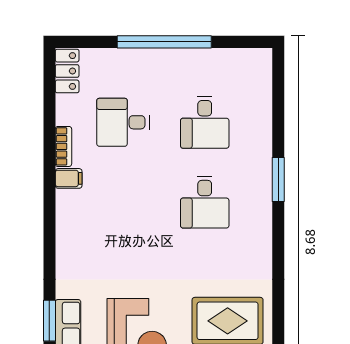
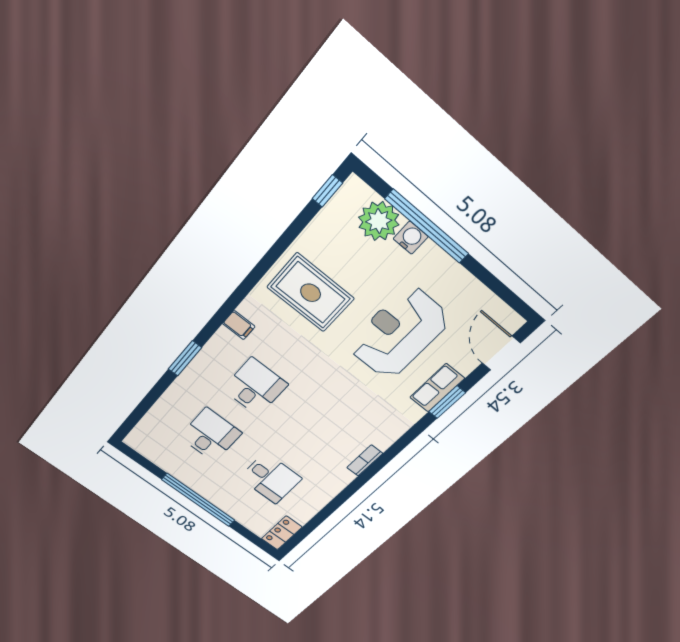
bookcase: (63, 146) -> (365, 460), moved
filing cabinet: (69, 178) -> (239, 325), moved, turned 180

